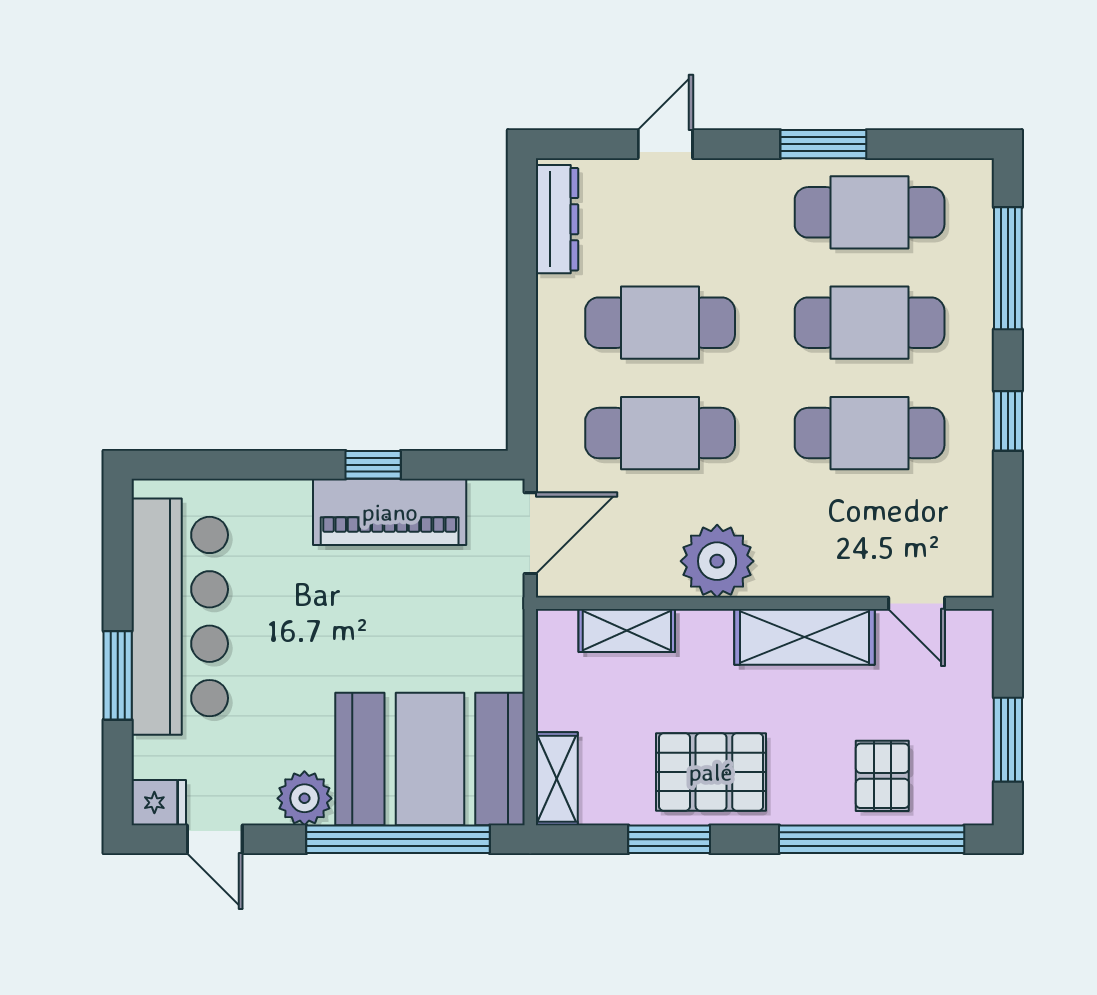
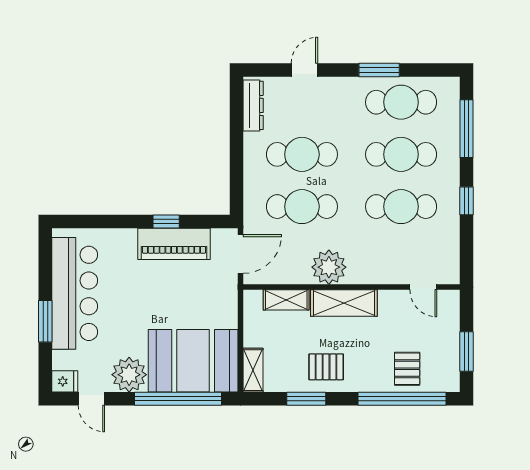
shelving: (805, 637) -> (344, 303), moved
pallet: (711, 772) -> (326, 367), width x0.67, depth x0.71
plant: (304, 798) -> (129, 375), width x1.36, depth x1.36

